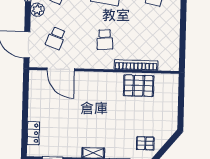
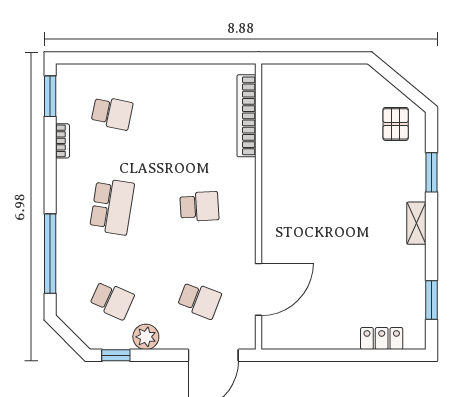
bookcase: (136, 65) -> (246, 116), moved
pallet: (139, 86) -> (286, 140), removed

